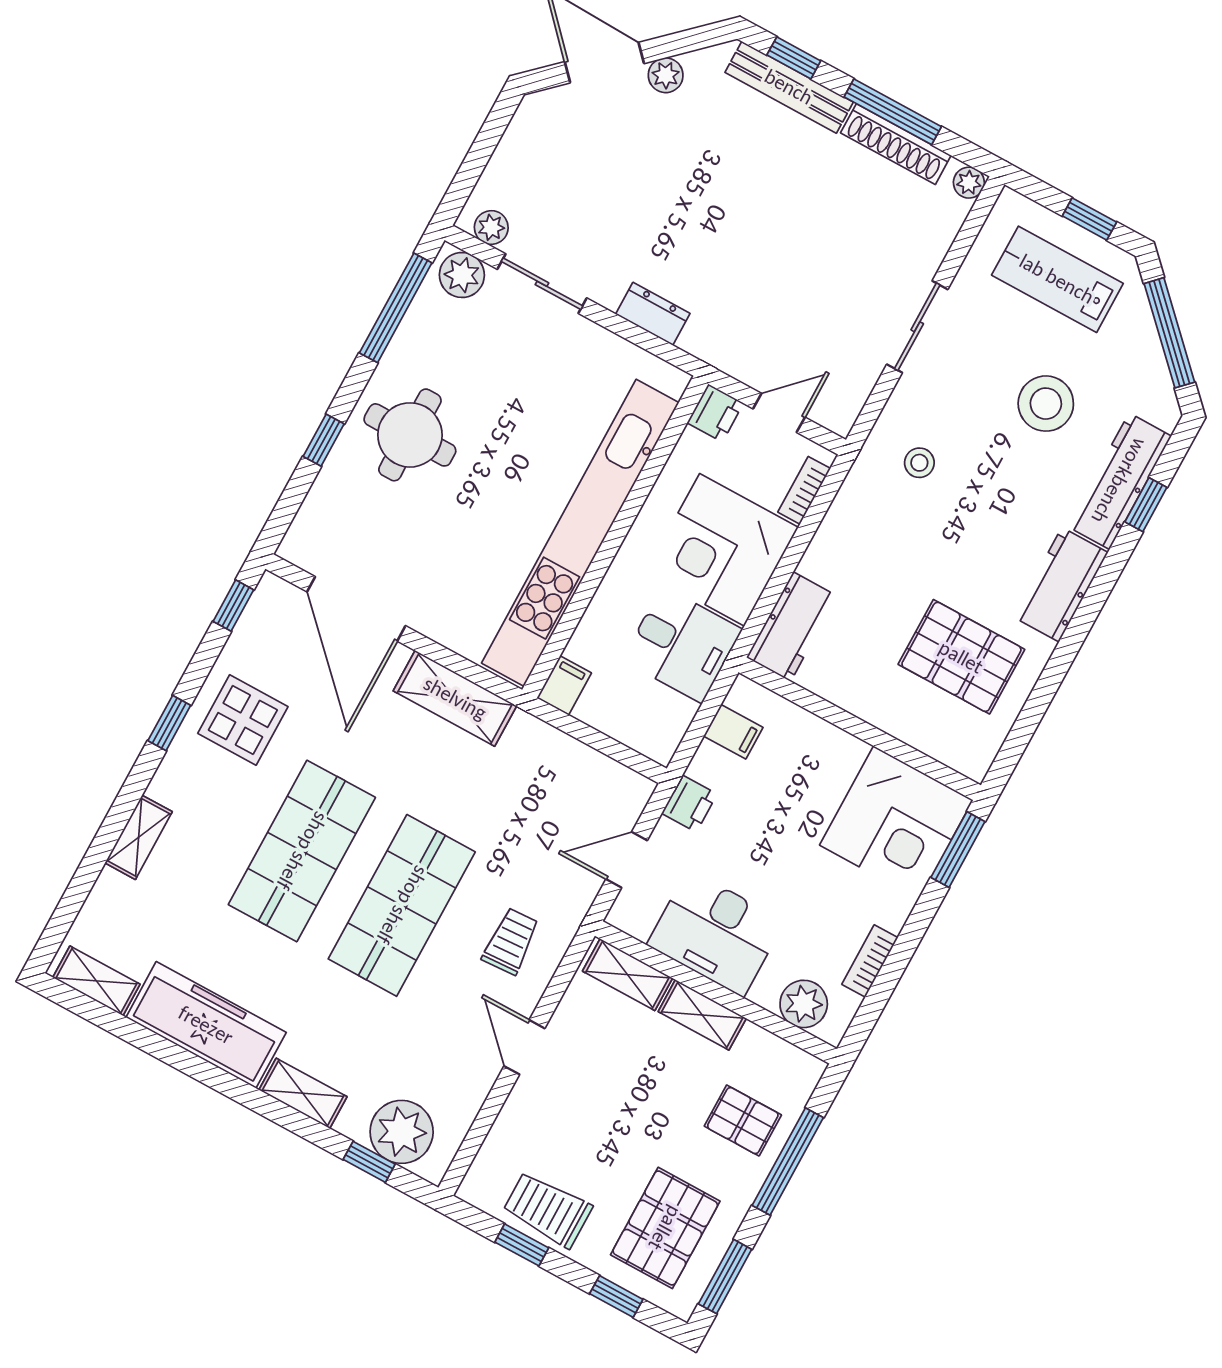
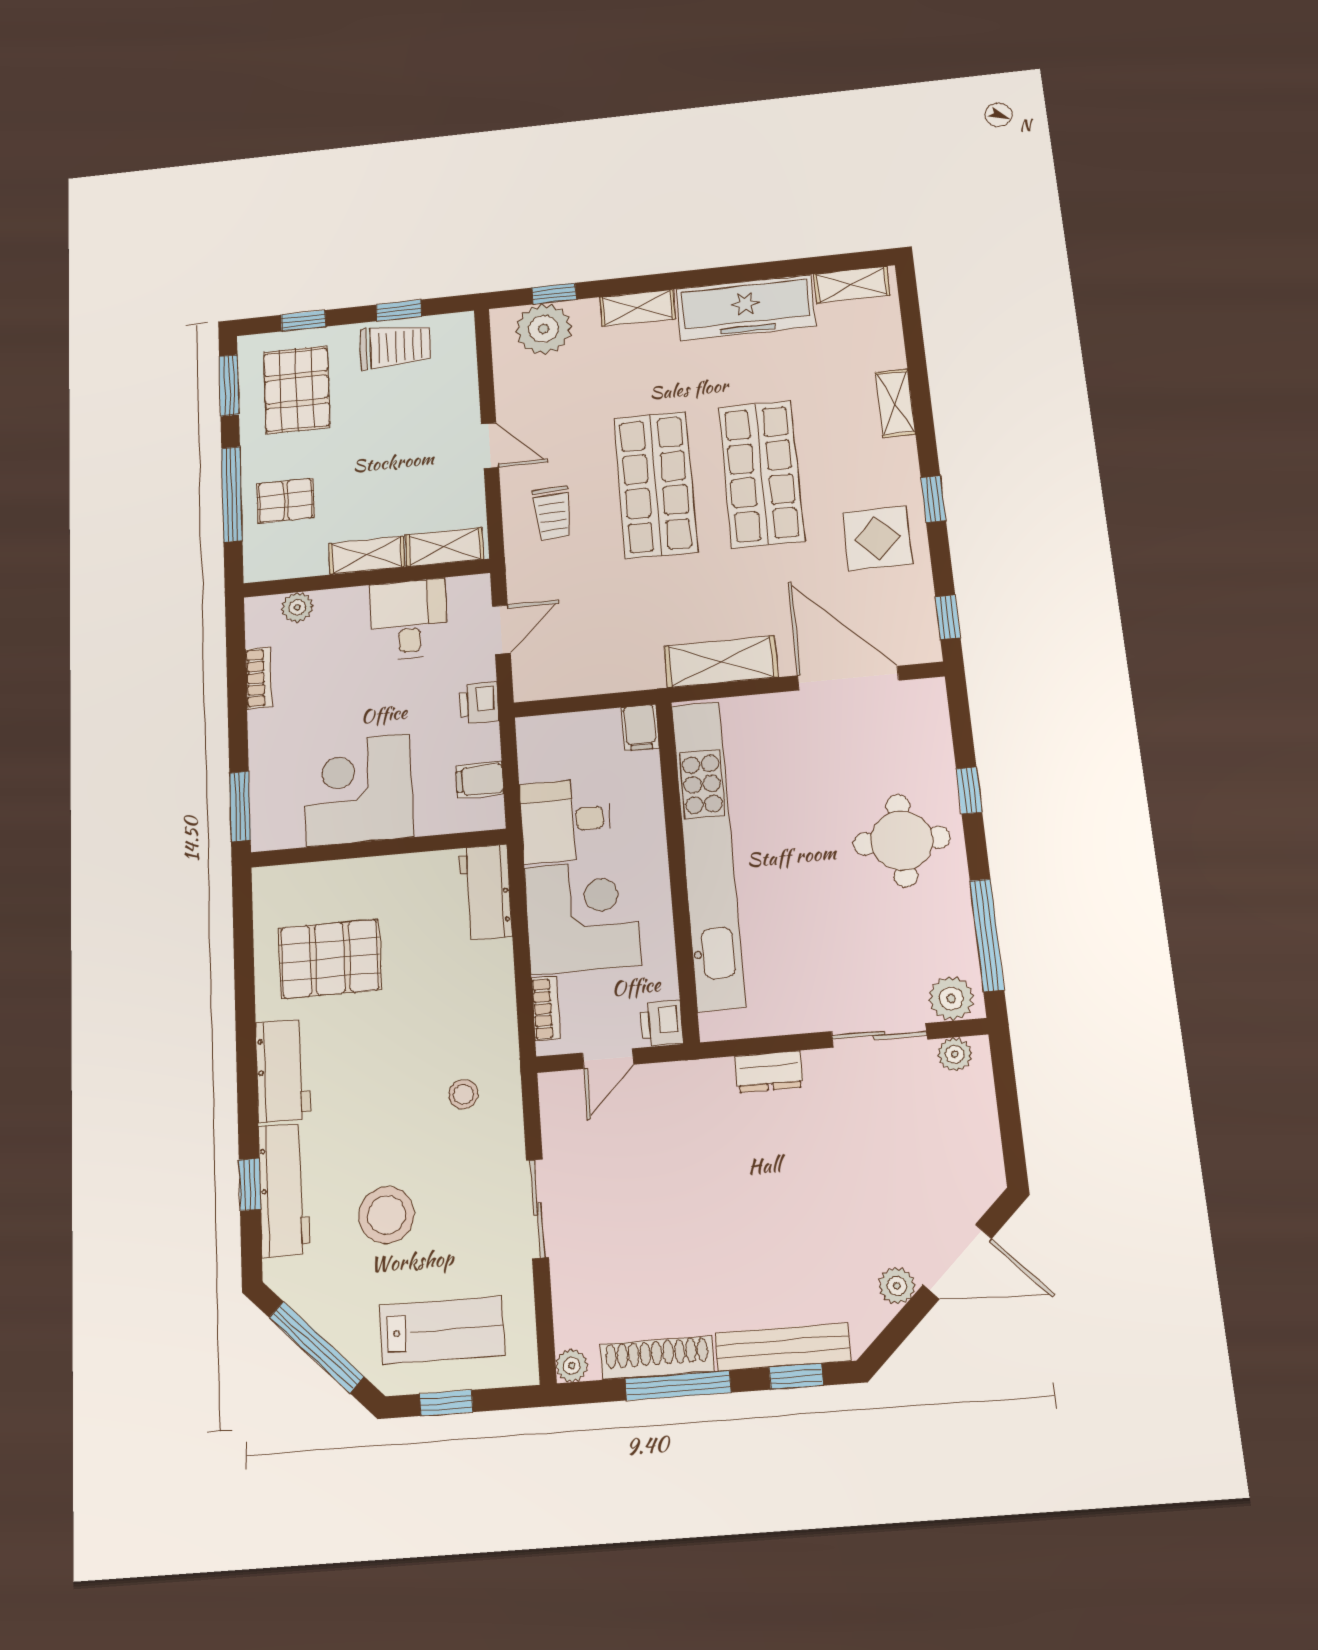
corner desk: (896, 823) -> (358, 790), moved
desk: (716, 933) -> (409, 619), width x0.73
plant: (804, 1004) -> (297, 607), width x0.73, depth x0.73

